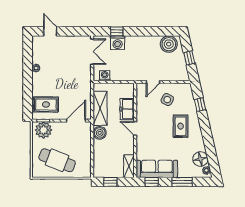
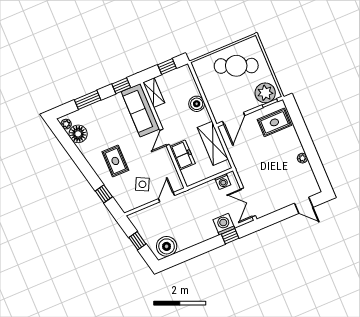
door: (135, 128) -> (165, 137), swing flipped
boiler: (100, 133) -> (197, 104), moved
sofa: (157, 169) -> (140, 110), moved, turned 90

